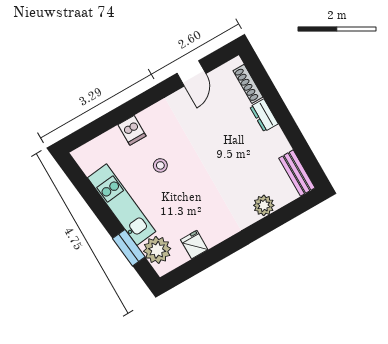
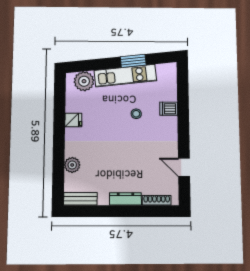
dresser: (264, 115) -> (125, 199), width x1.44
fridge: (194, 245) -> (73, 120), moved
window: (129, 248) -> (133, 61), moved

